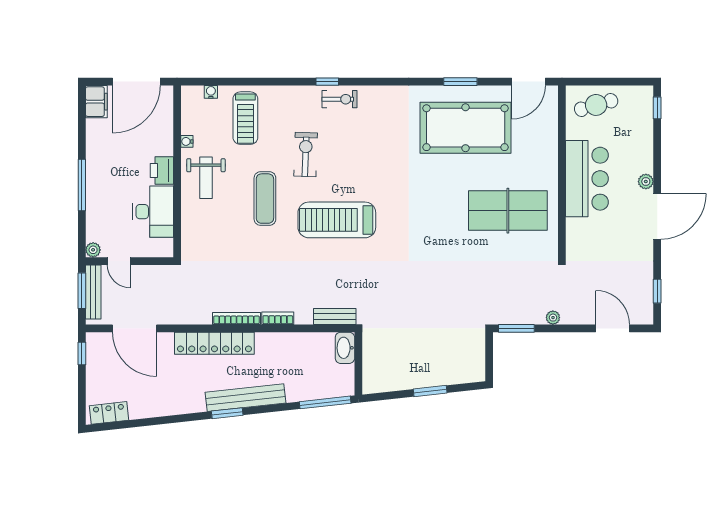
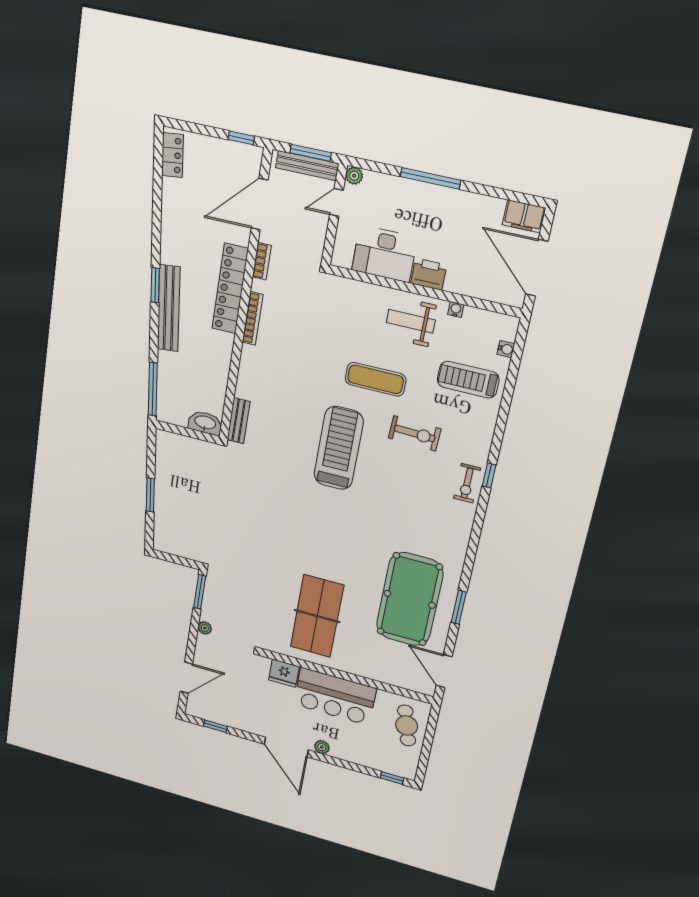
fridge: (577, 232) -> (284, 673), added
bookcase: (278, 318) -> (262, 261), moved

